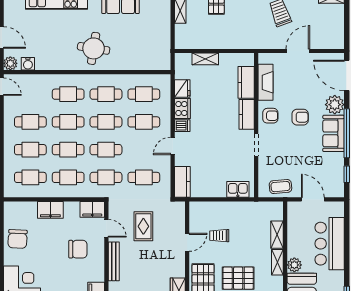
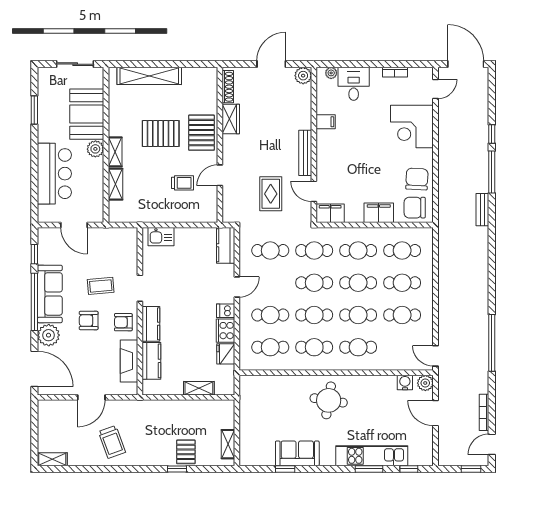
sofa: (334, 133) -> (50, 294), width x1.36
coffee table: (280, 187) -> (101, 286), moved
chair: (78, 249) -> (415, 208), moved

